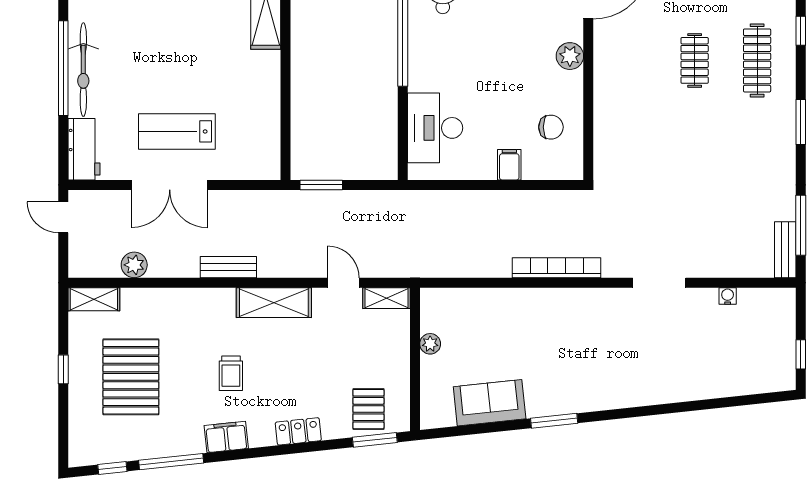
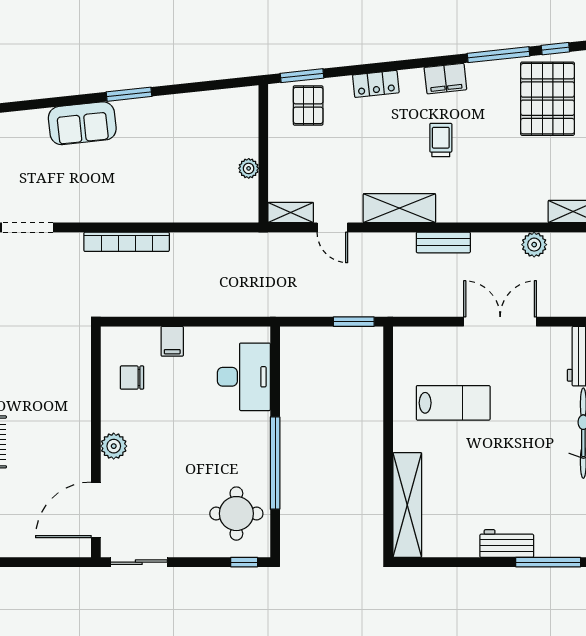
lab bench: (177, 131) -> (453, 403), moved
pallet: (131, 377) -> (548, 99), moved
sofa: (490, 403) -> (82, 123), moved

